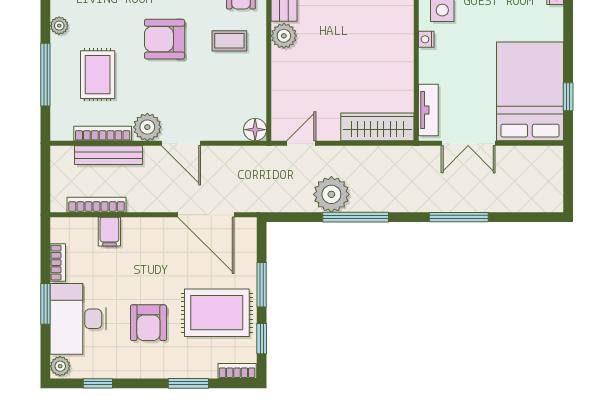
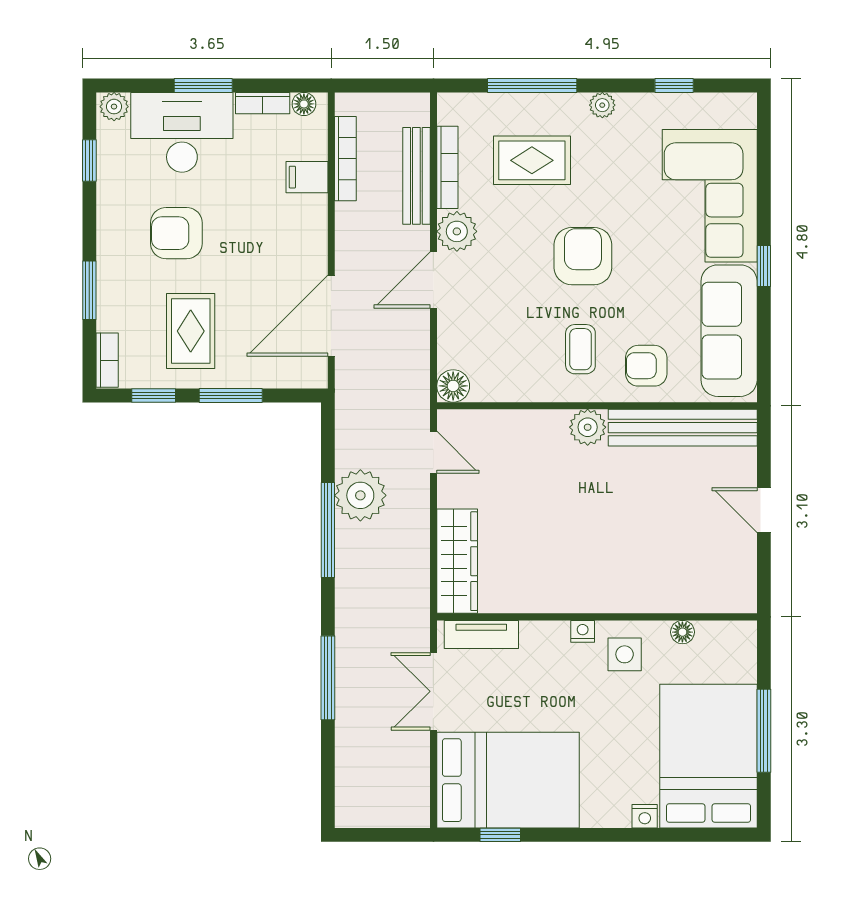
floor lamp: (58, 234) -> (304, 104), added
rug: (217, 313) -> (191, 331), width x0.73, depth x0.70

